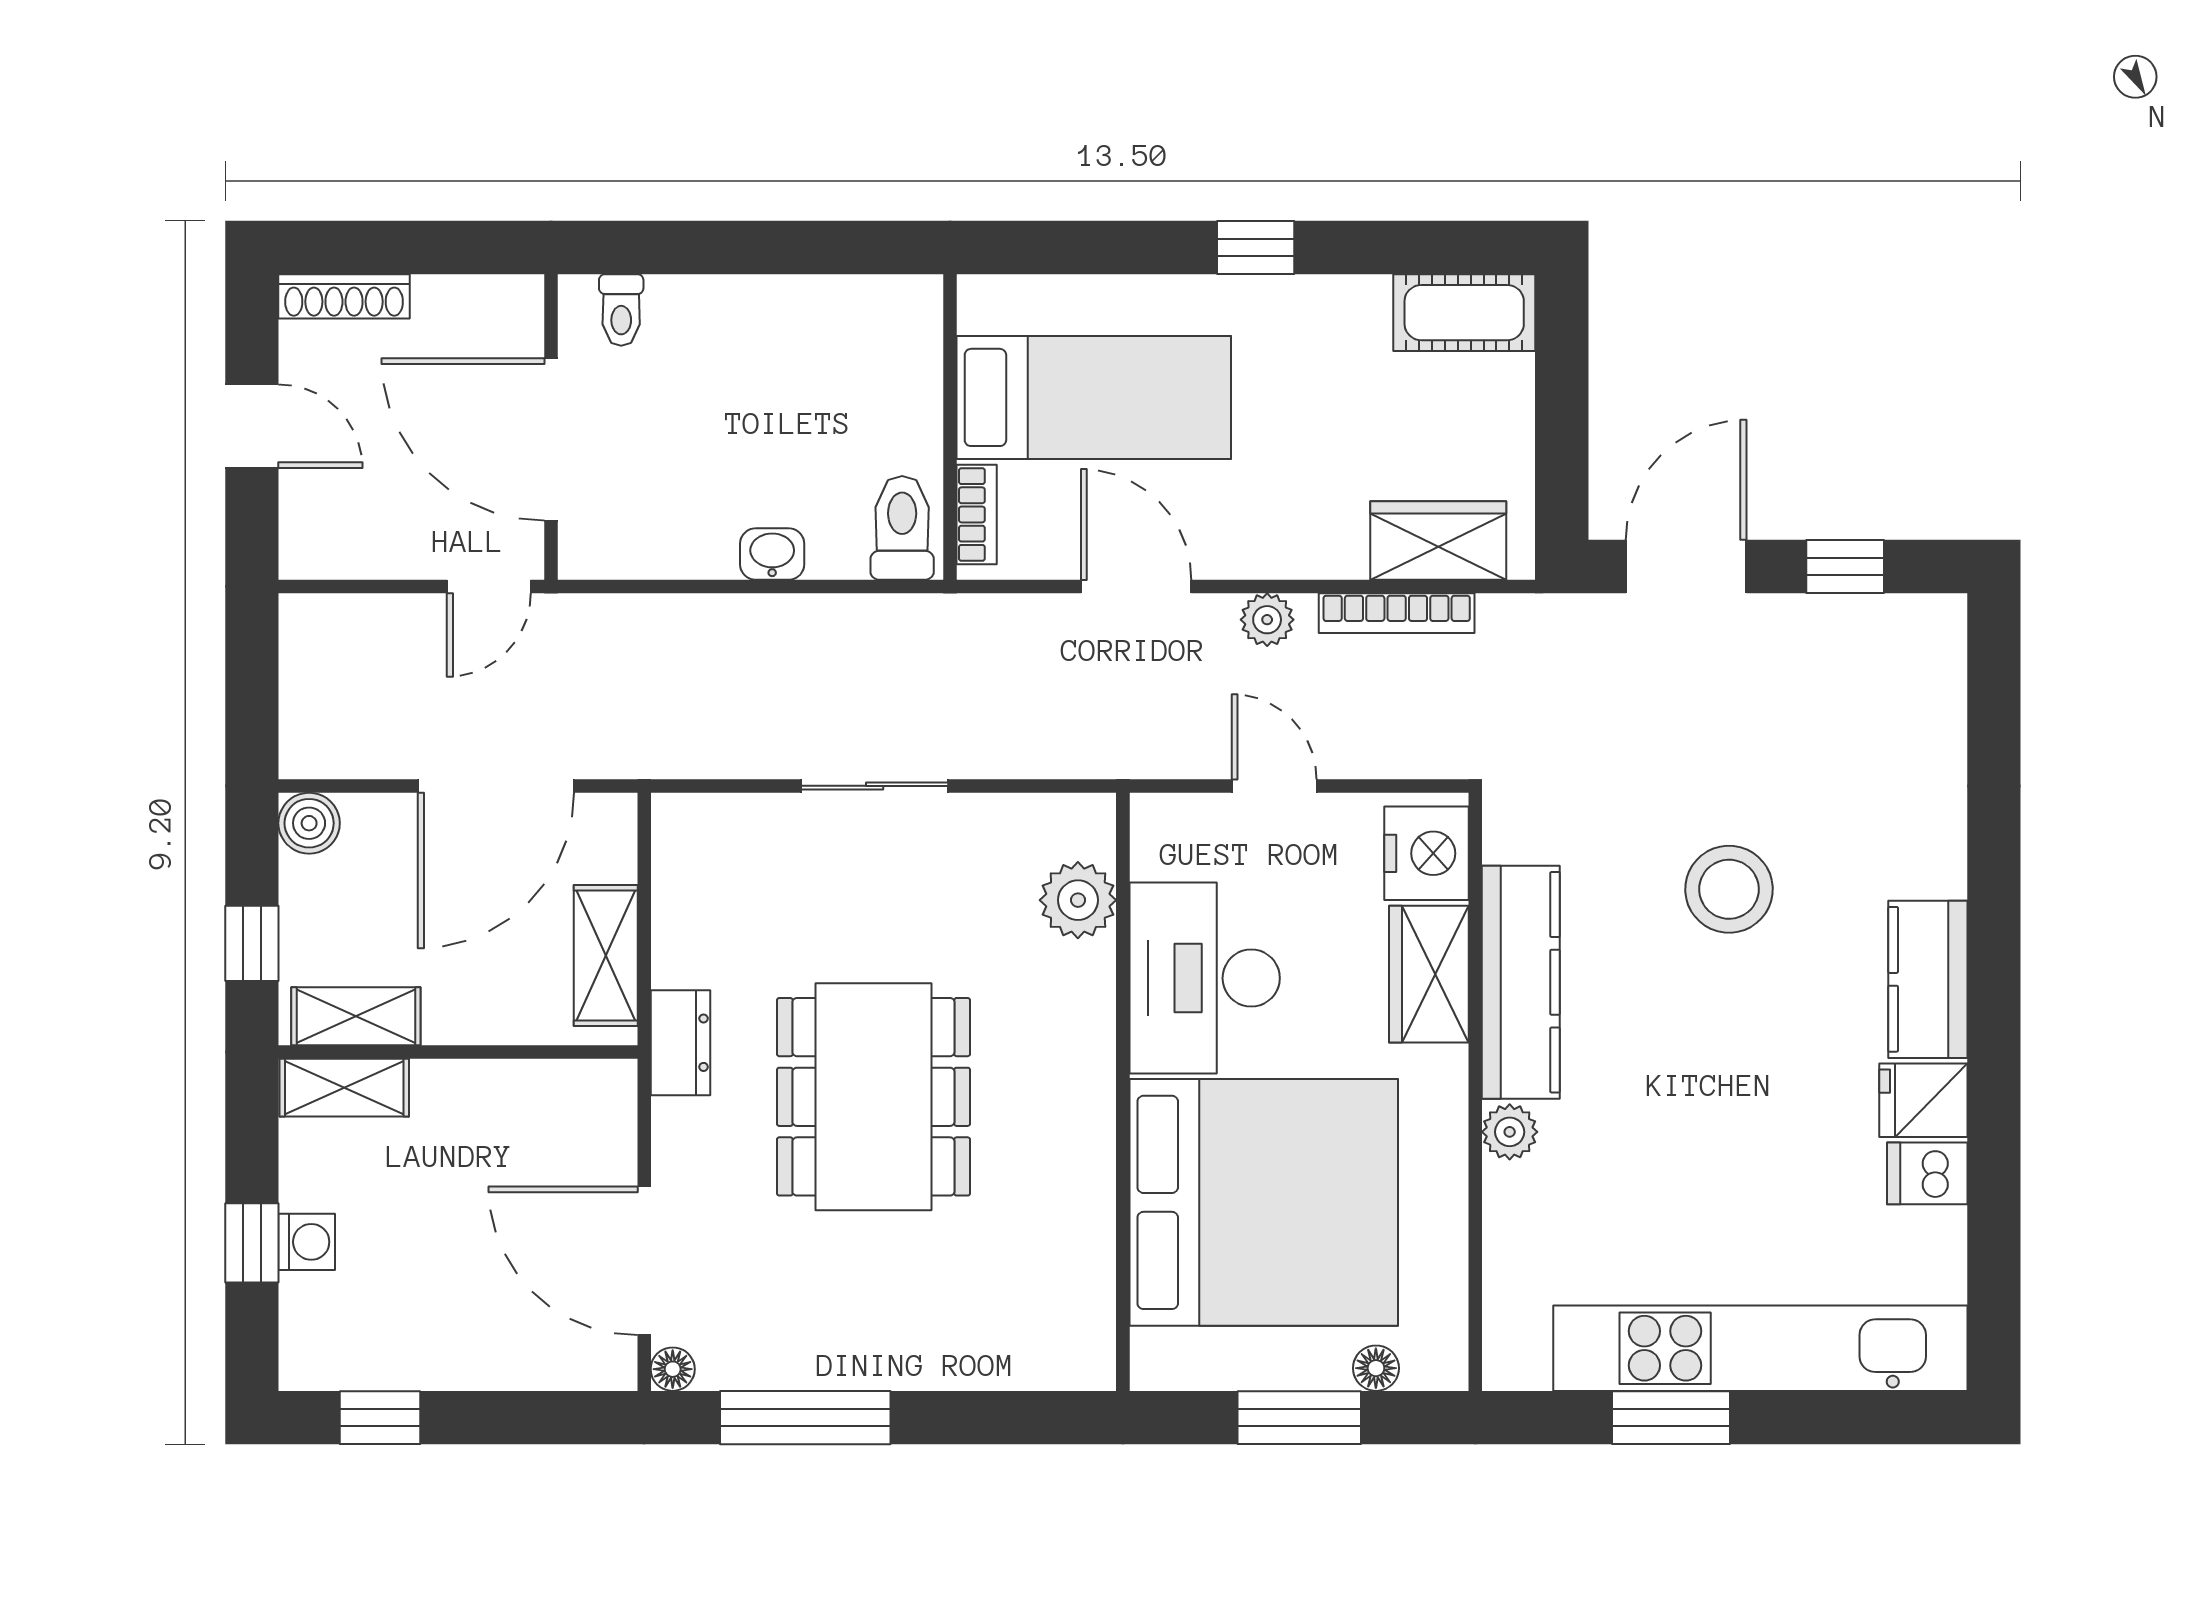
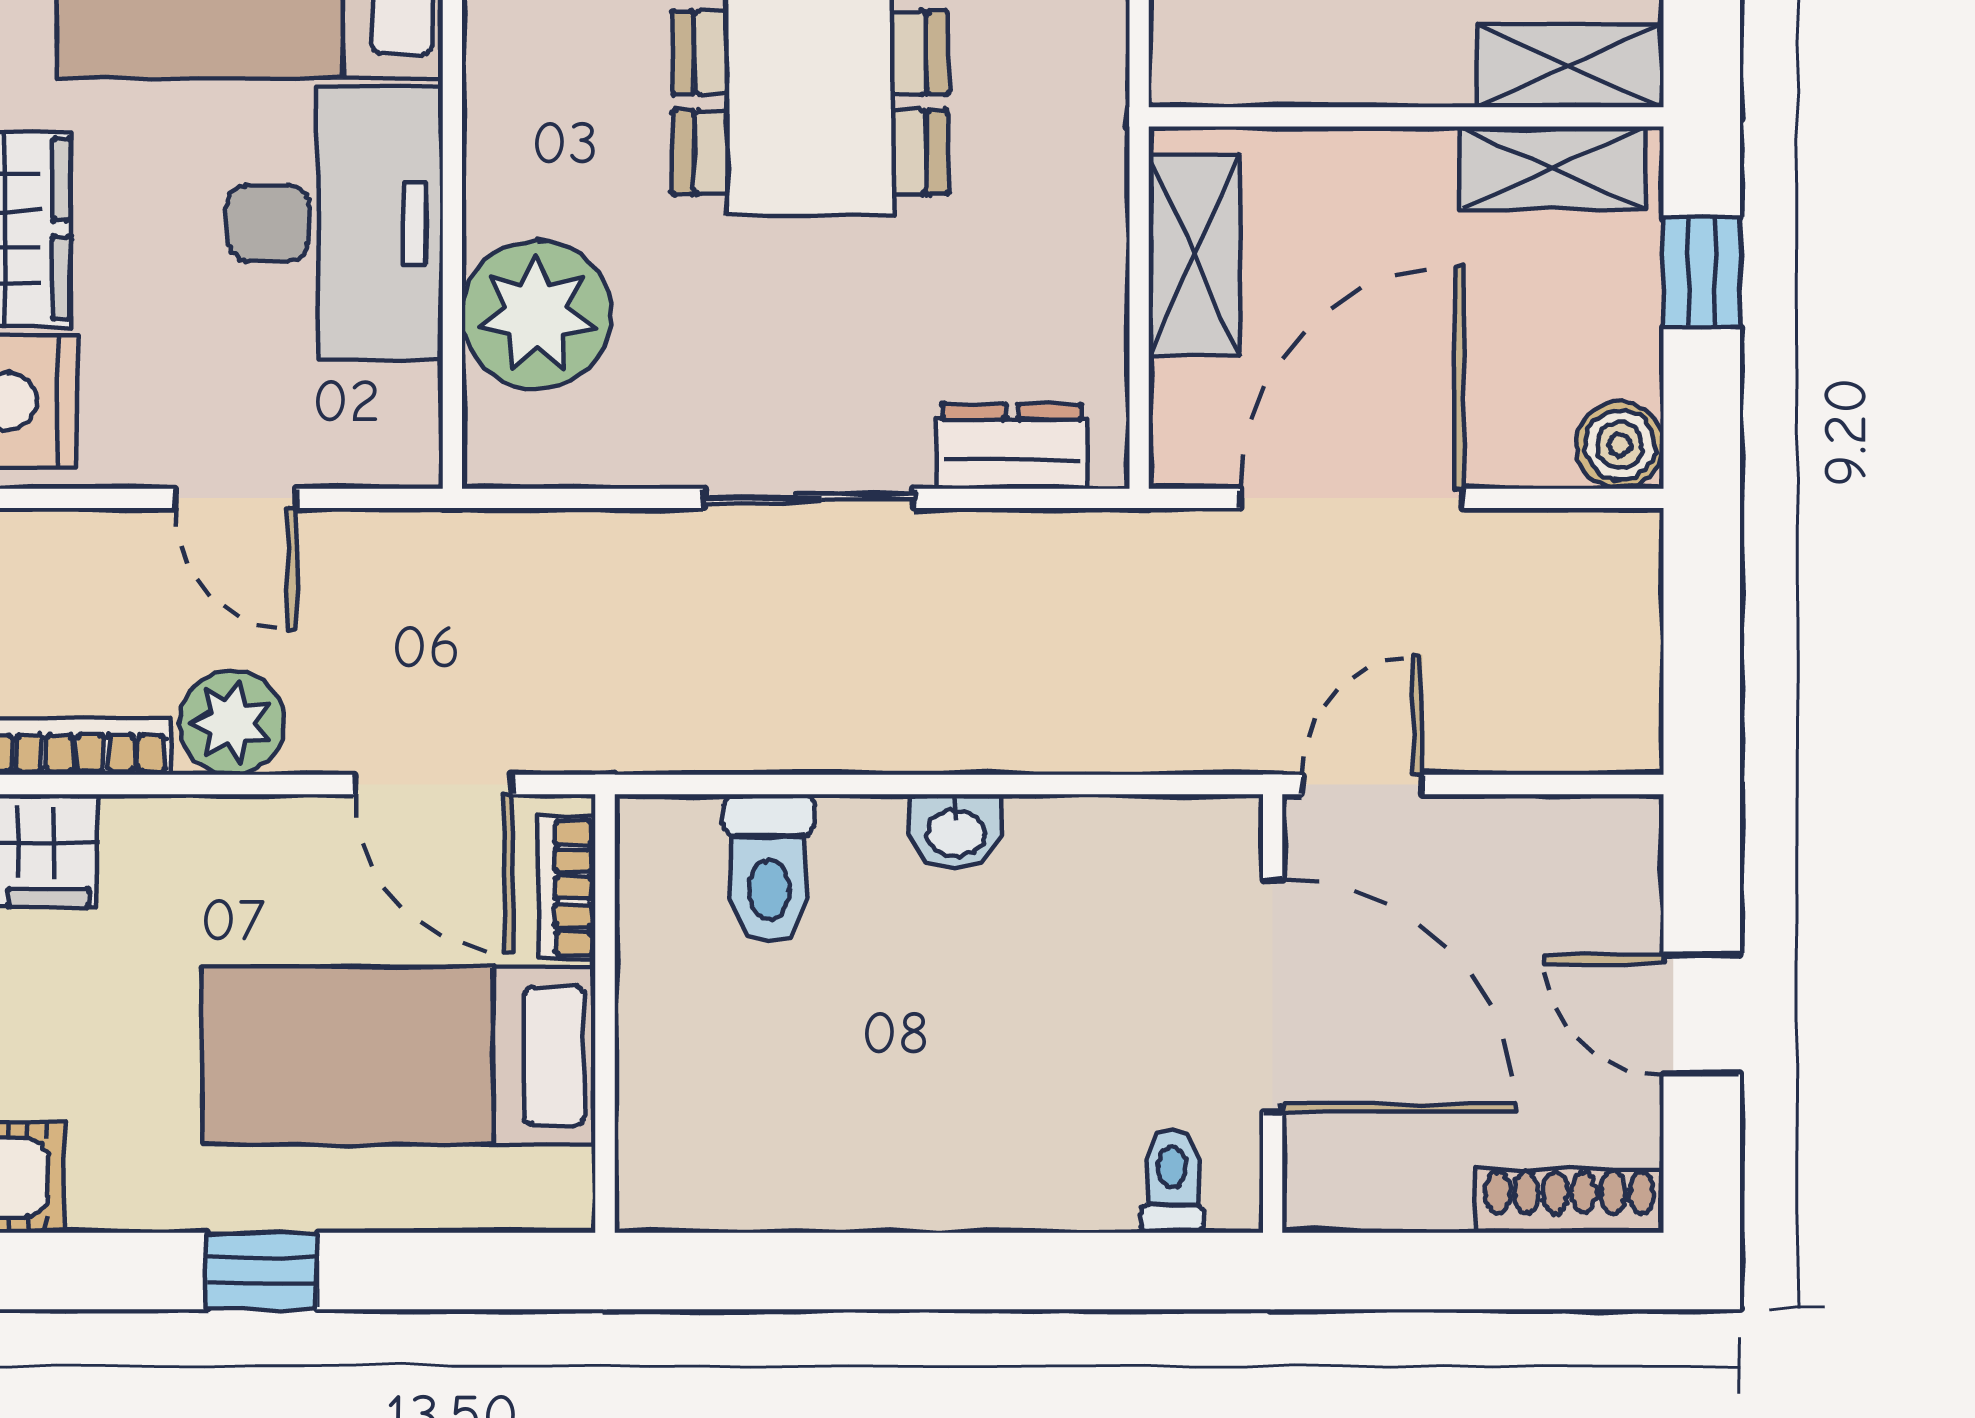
bed: (1094, 397) -> (399, 1056), moved
wall: (950, 427) -> (605, 1013), moved
bookcase: (977, 514) -> (567, 888), moved
plant: (1267, 620) -> (231, 723), width x1.38, depth x1.38
plant: (1078, 900) -> (537, 315), width x1.36, depth x1.36
dresser: (680, 1043) -> (1012, 446), moved, turned 90

